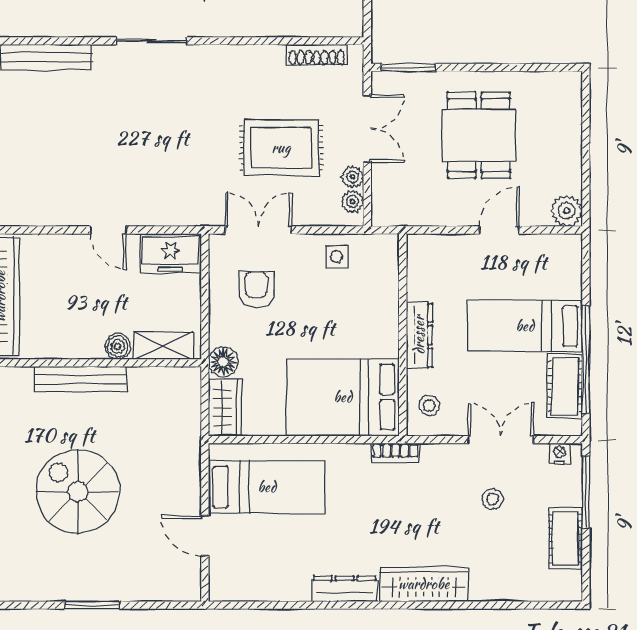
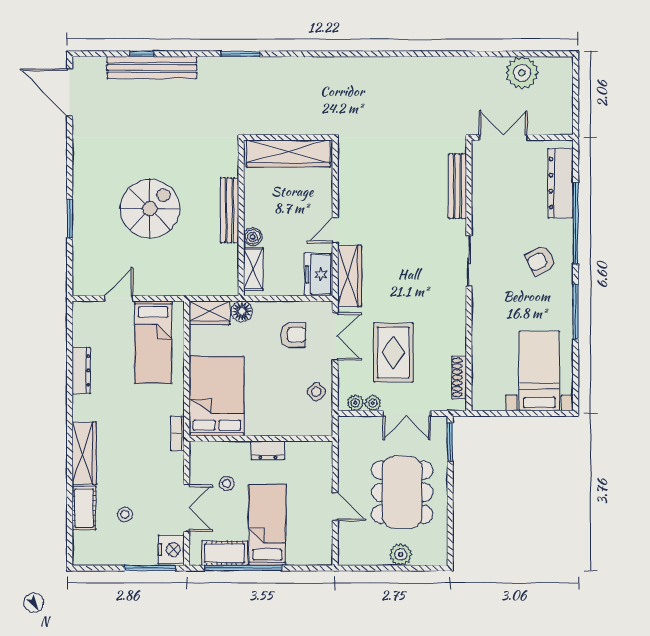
dining table: (479, 135) -> (402, 492), width x1.38
wardrobe: (173, 210) -> (350, 276), added
plant: (567, 211) -> (401, 555), moved
side table: (336, 257) -> (316, 392), turned 45
dresser: (419, 335) -> (268, 450), width x0.70
stool: (429, 405) -> (227, 484), moved
nightstand: (560, 454) -> (171, 549), width x1.89, depth x1.79
stool: (493, 499) -> (125, 514), moved
cot: (566, 538) -> (84, 508), moved, turned 90
dresser: (344, 589) -> (81, 371), moved

